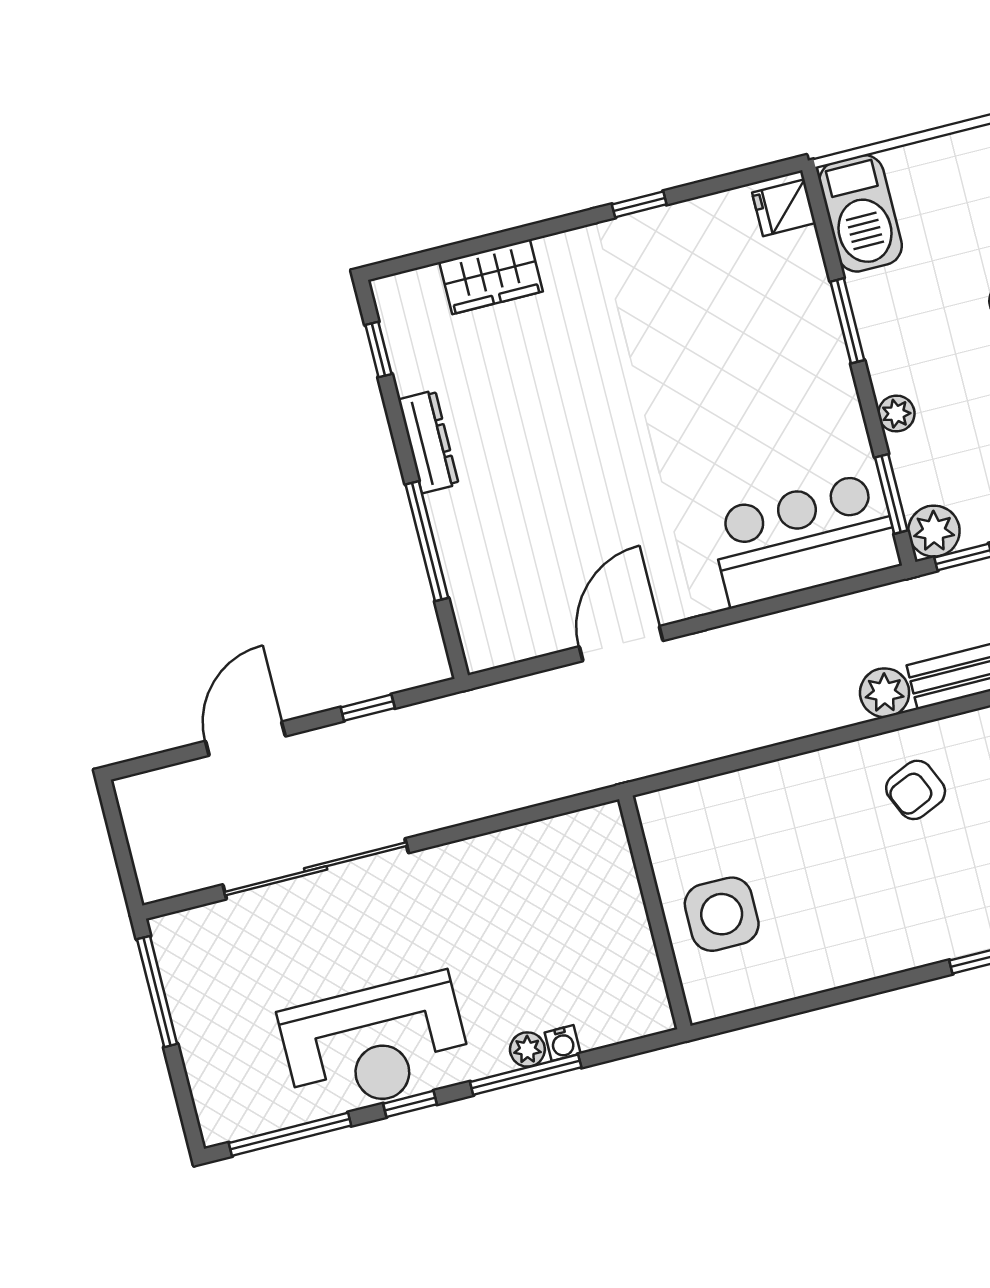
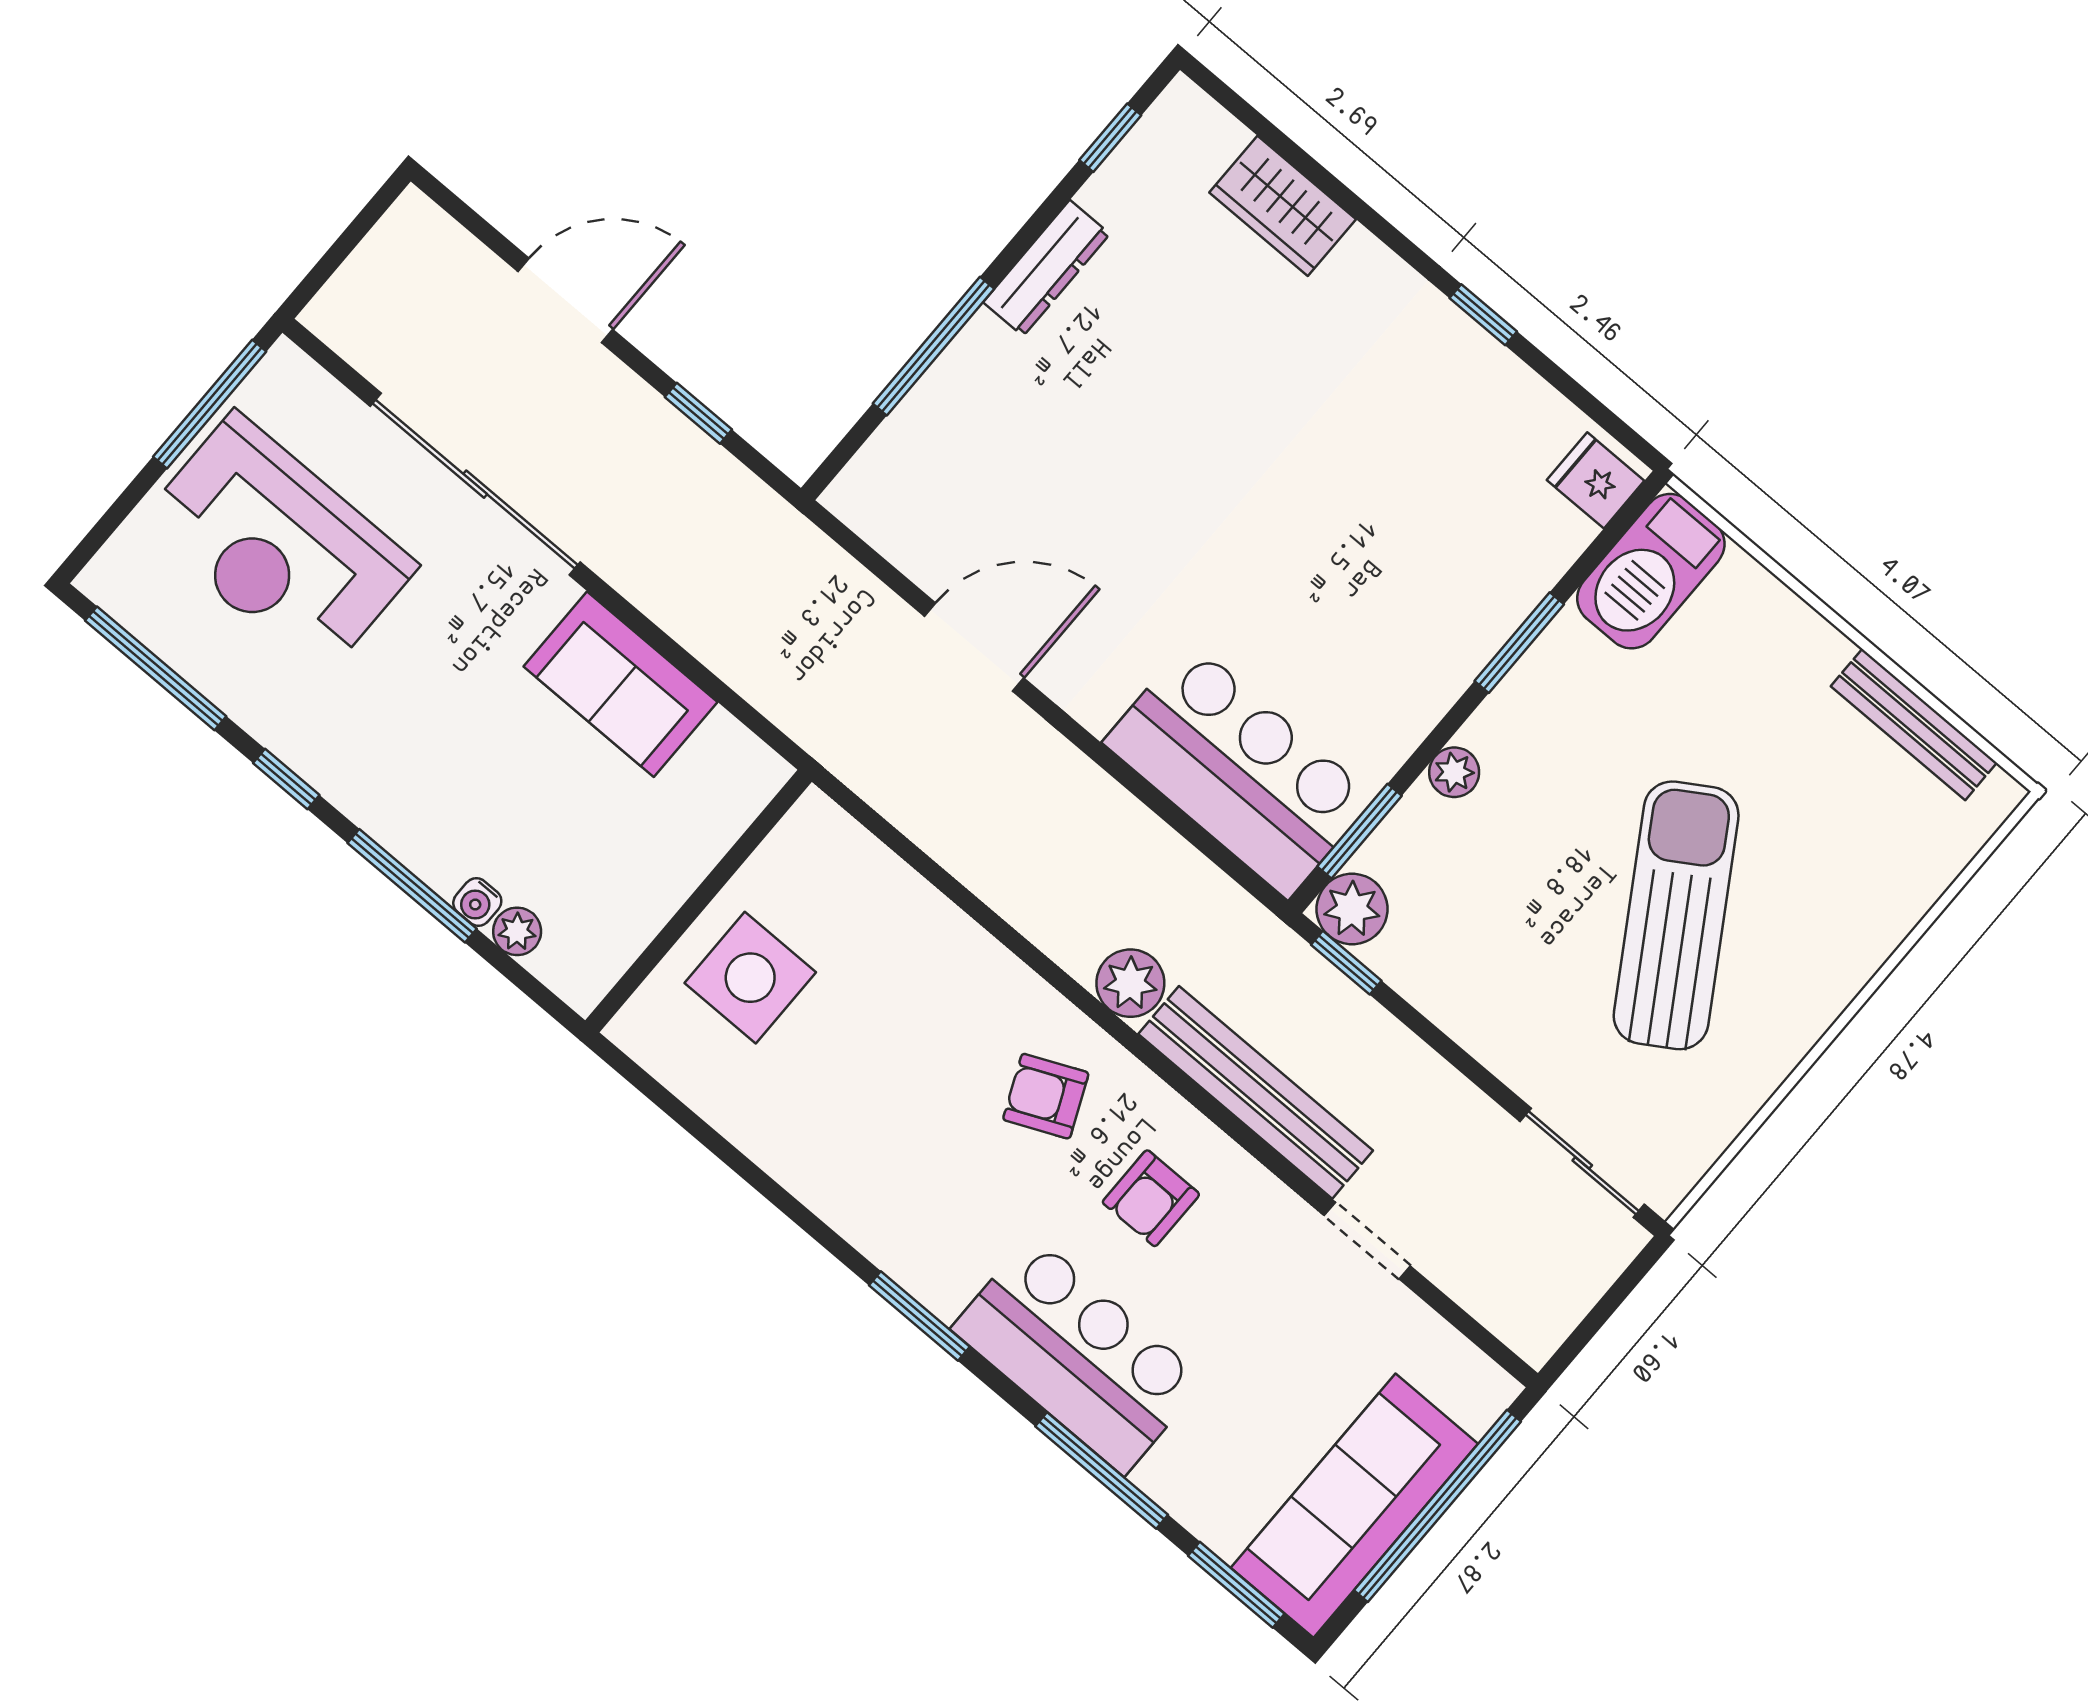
sofa: (494, 867) -> (620, 684), added
reception desk: (375, 1044) -> (278, 545), moved
plant: (527, 1049) -> (517, 931), moved

